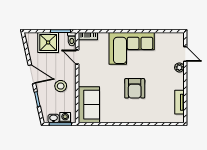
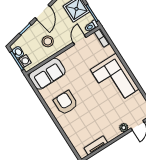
armchair: (135, 88) -> (66, 103), moved, turned 90

